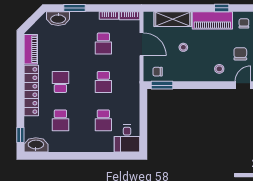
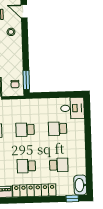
school desk: (103, 82) -> (25, 130), turned 180
school desk: (103, 120) -> (58, 129), turned 180

